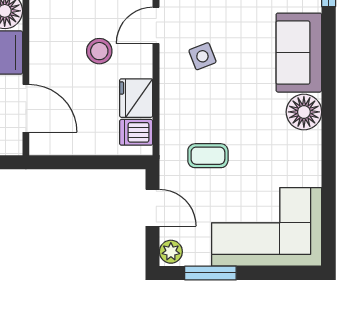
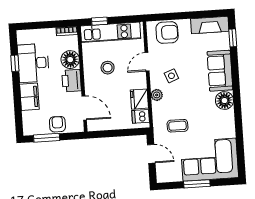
stool: (99, 51) -> (108, 68), moved
plant: (171, 252) -> (157, 95), moved
window: (210, 273) -> (197, 184), moved

